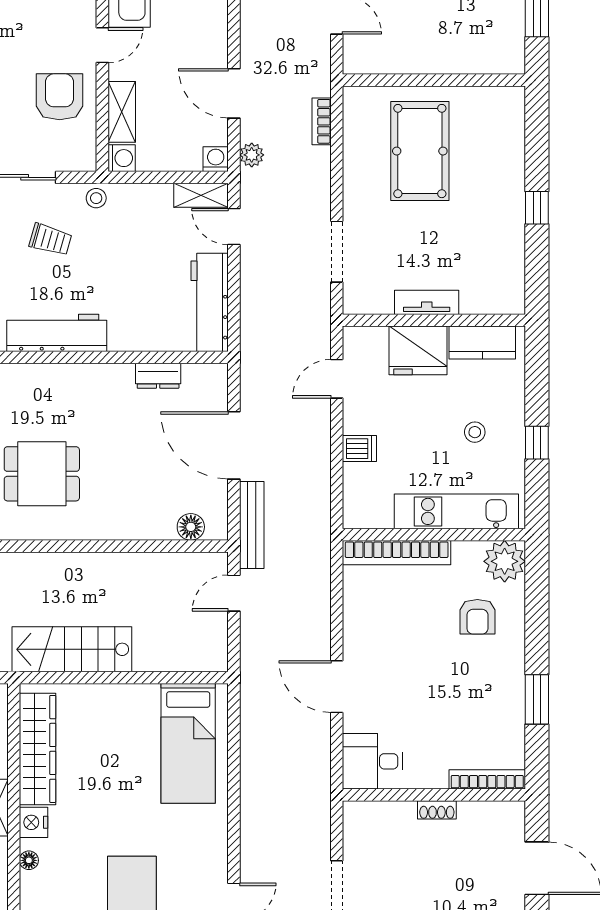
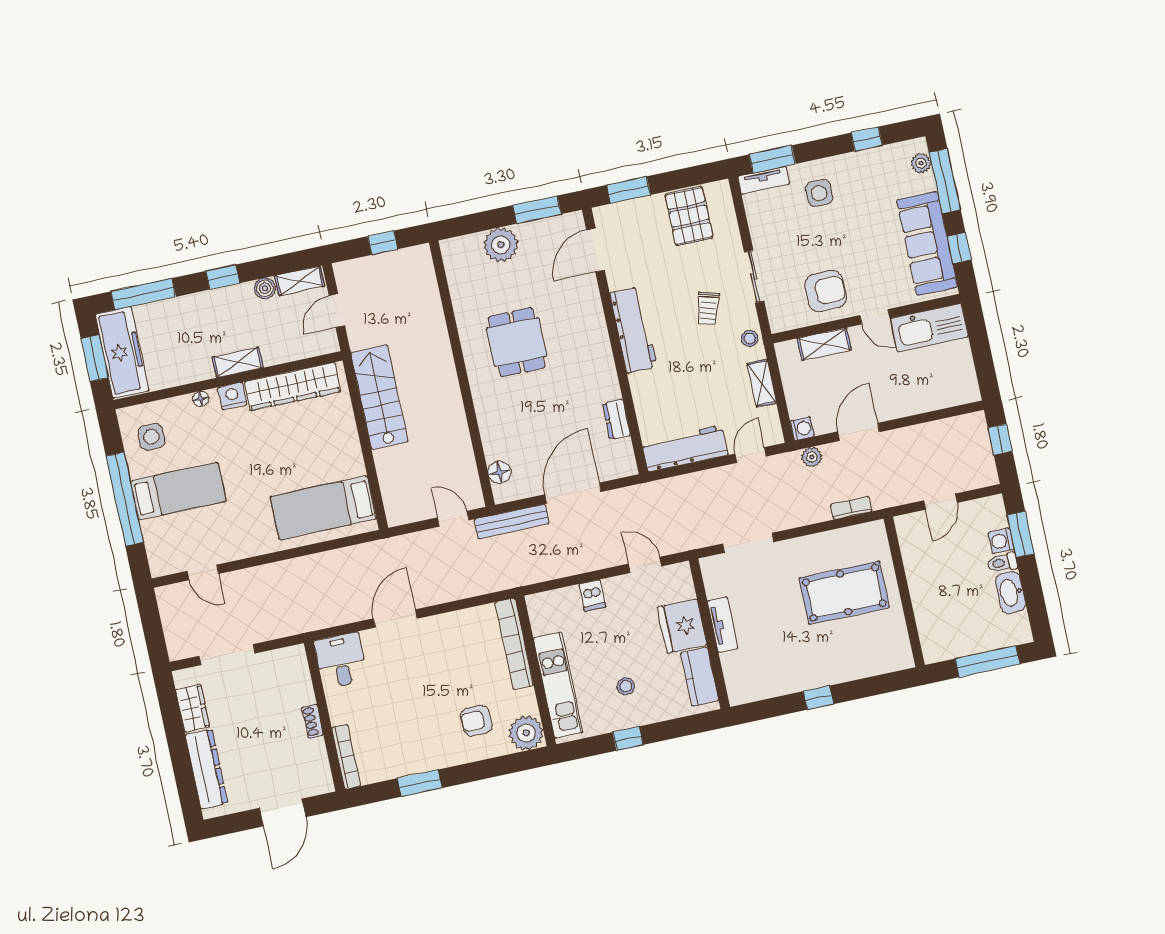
washing machine: (122, 158) -> (787, 352), removed
shelving: (201, 195) -> (762, 383), moved

